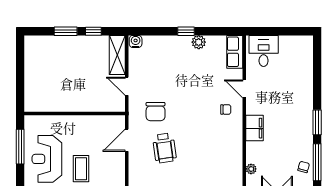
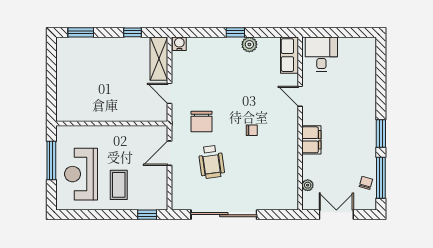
window: (66, 31) -> (81, 32), moved
chair: (226, 109) -> (252, 130), moved

